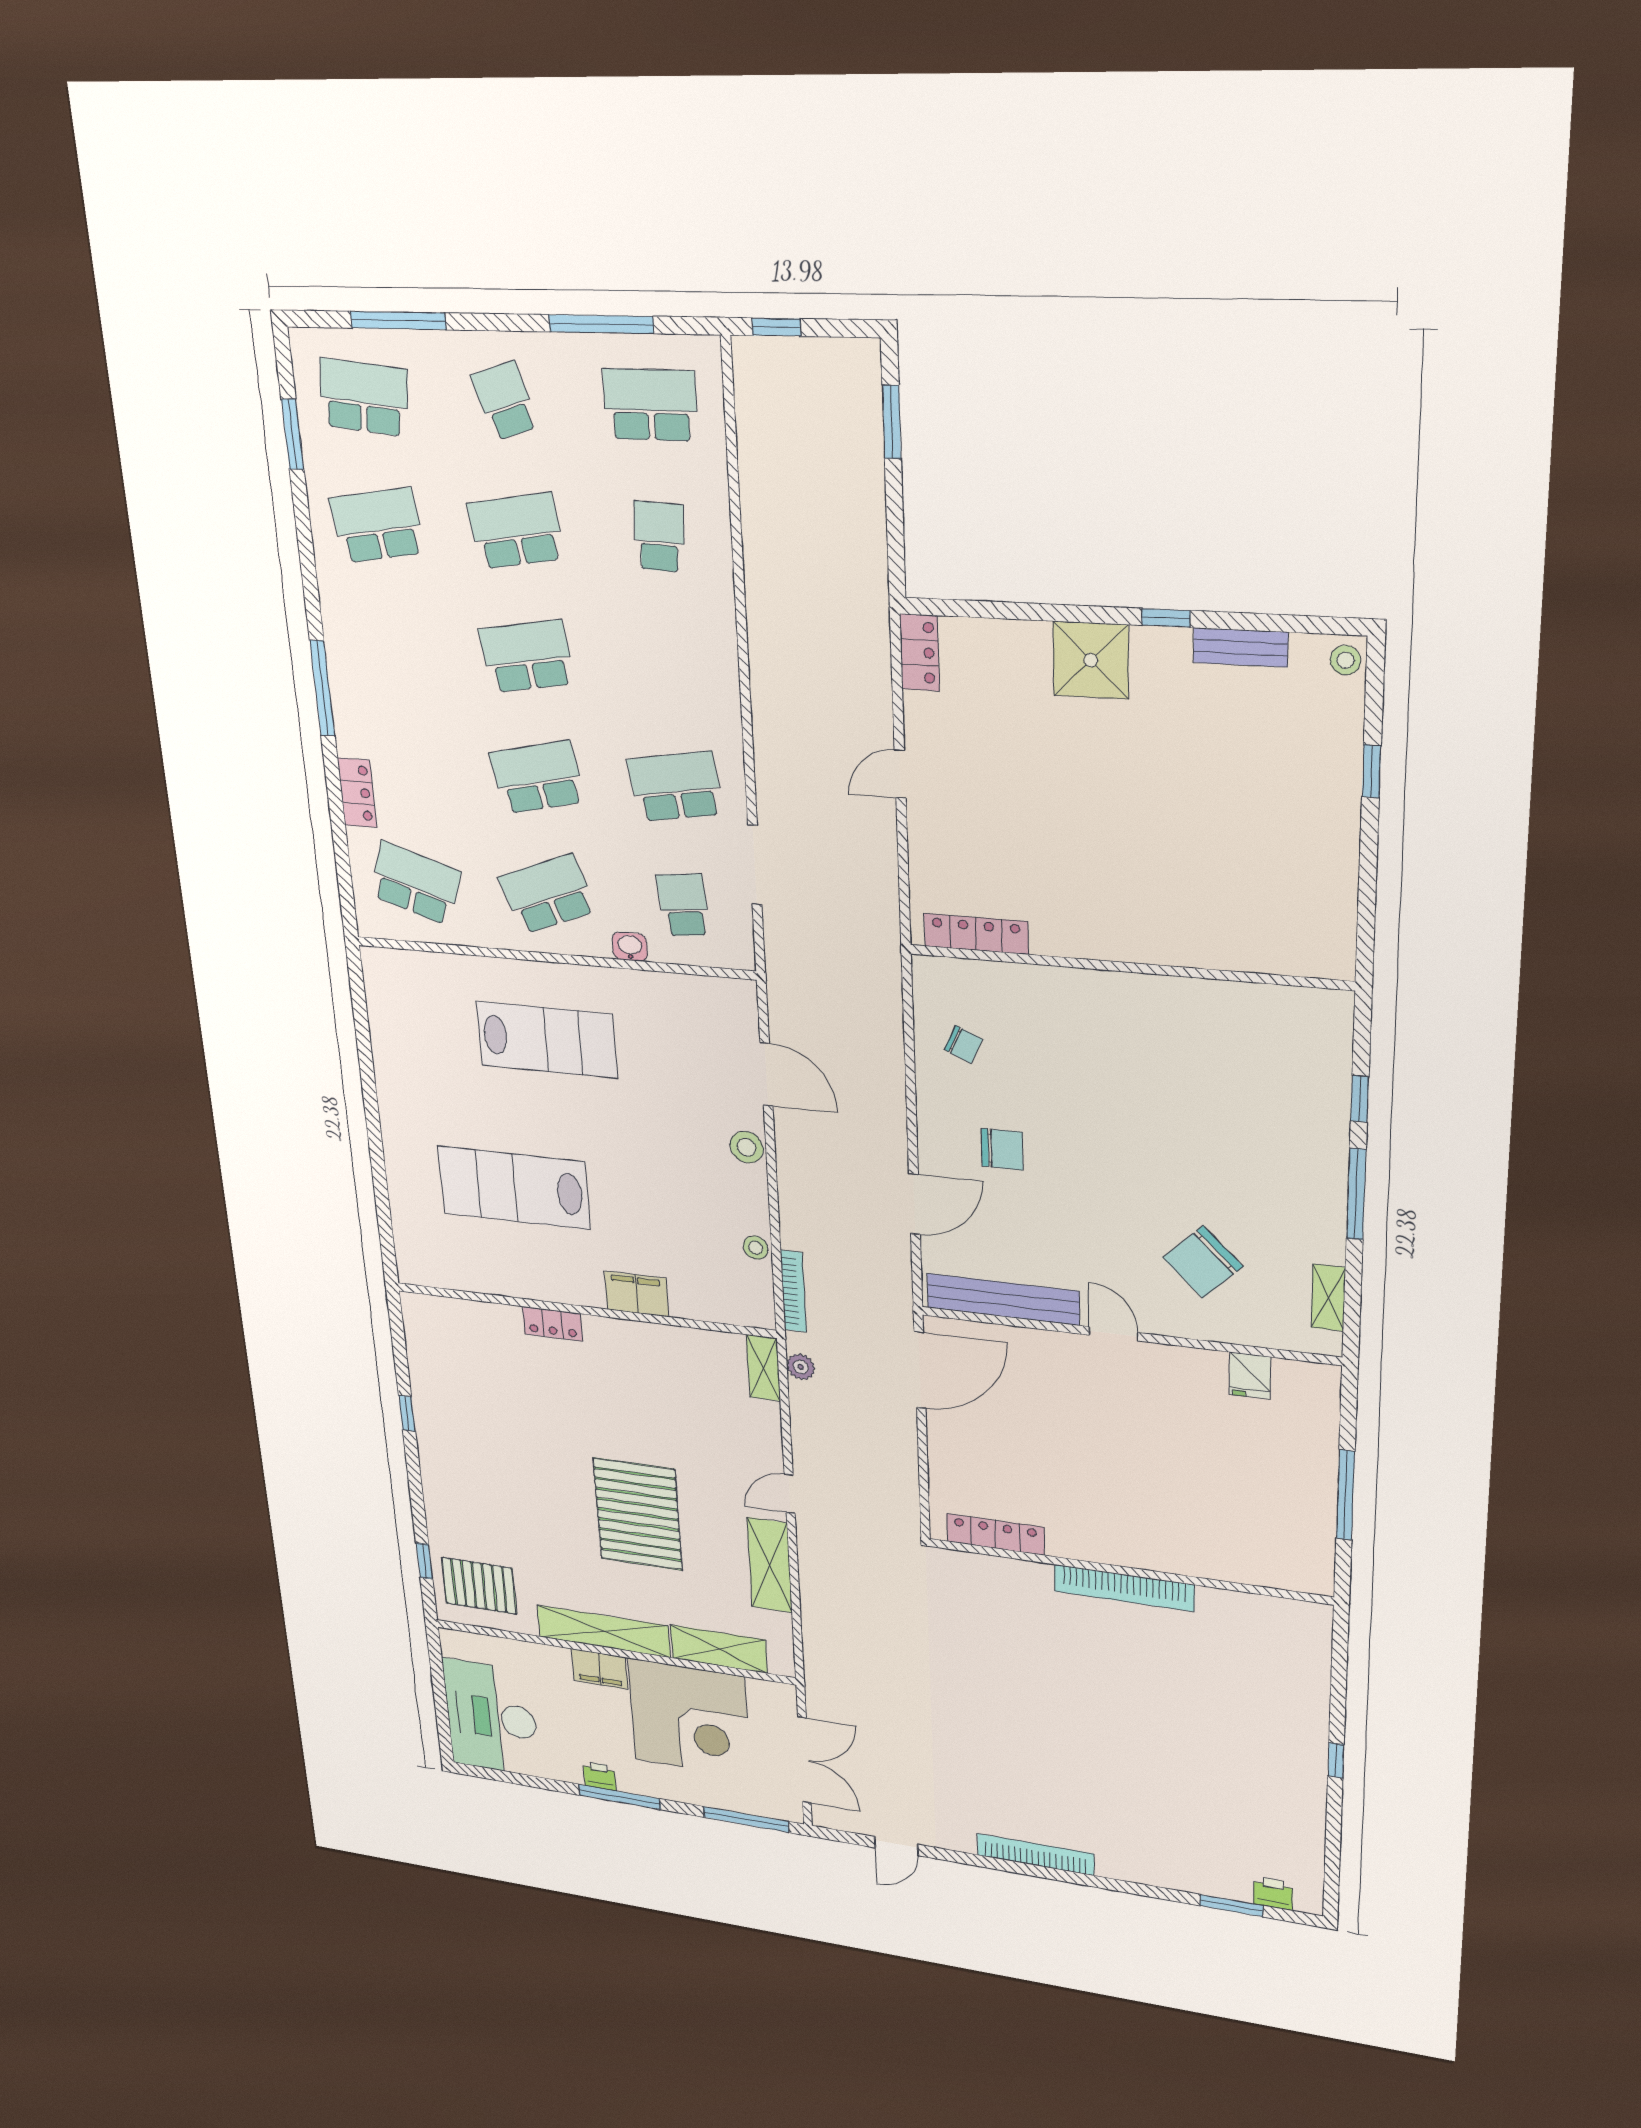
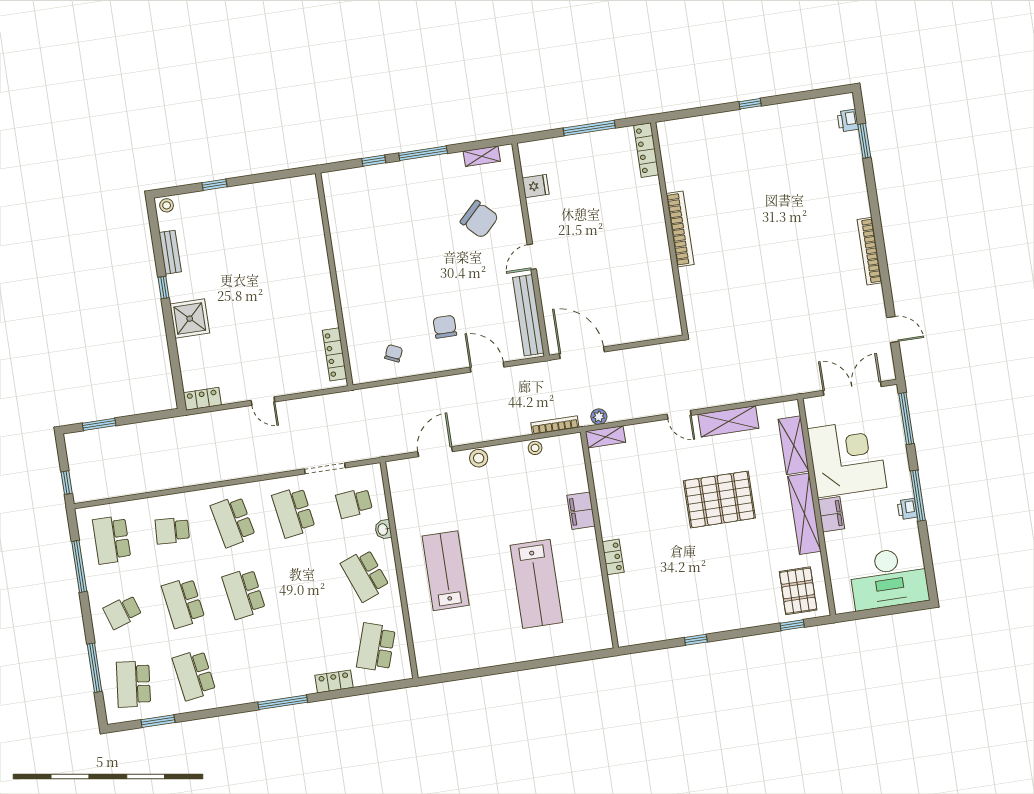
school desk: (537, 777) -> (233, 521), moved
locker: (995, 1534) -> (646, 150), moved

